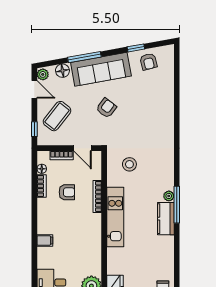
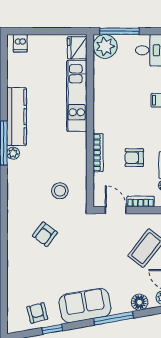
sofa: (101, 69) -> (85, 305), width x0.73
armchair: (106, 108) -> (45, 234), moved
kitchen unit: (115, 217) -> (77, 96), moved
kitchen counter: (166, 219) -> (17, 117), width x1.50

